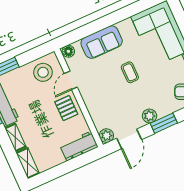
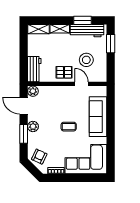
sofa: (102, 42) -> (98, 117), width x1.36
floor lamp: (68, 51) -> (102, 91), removed
stool: (43, 72) -> (86, 60), moved

